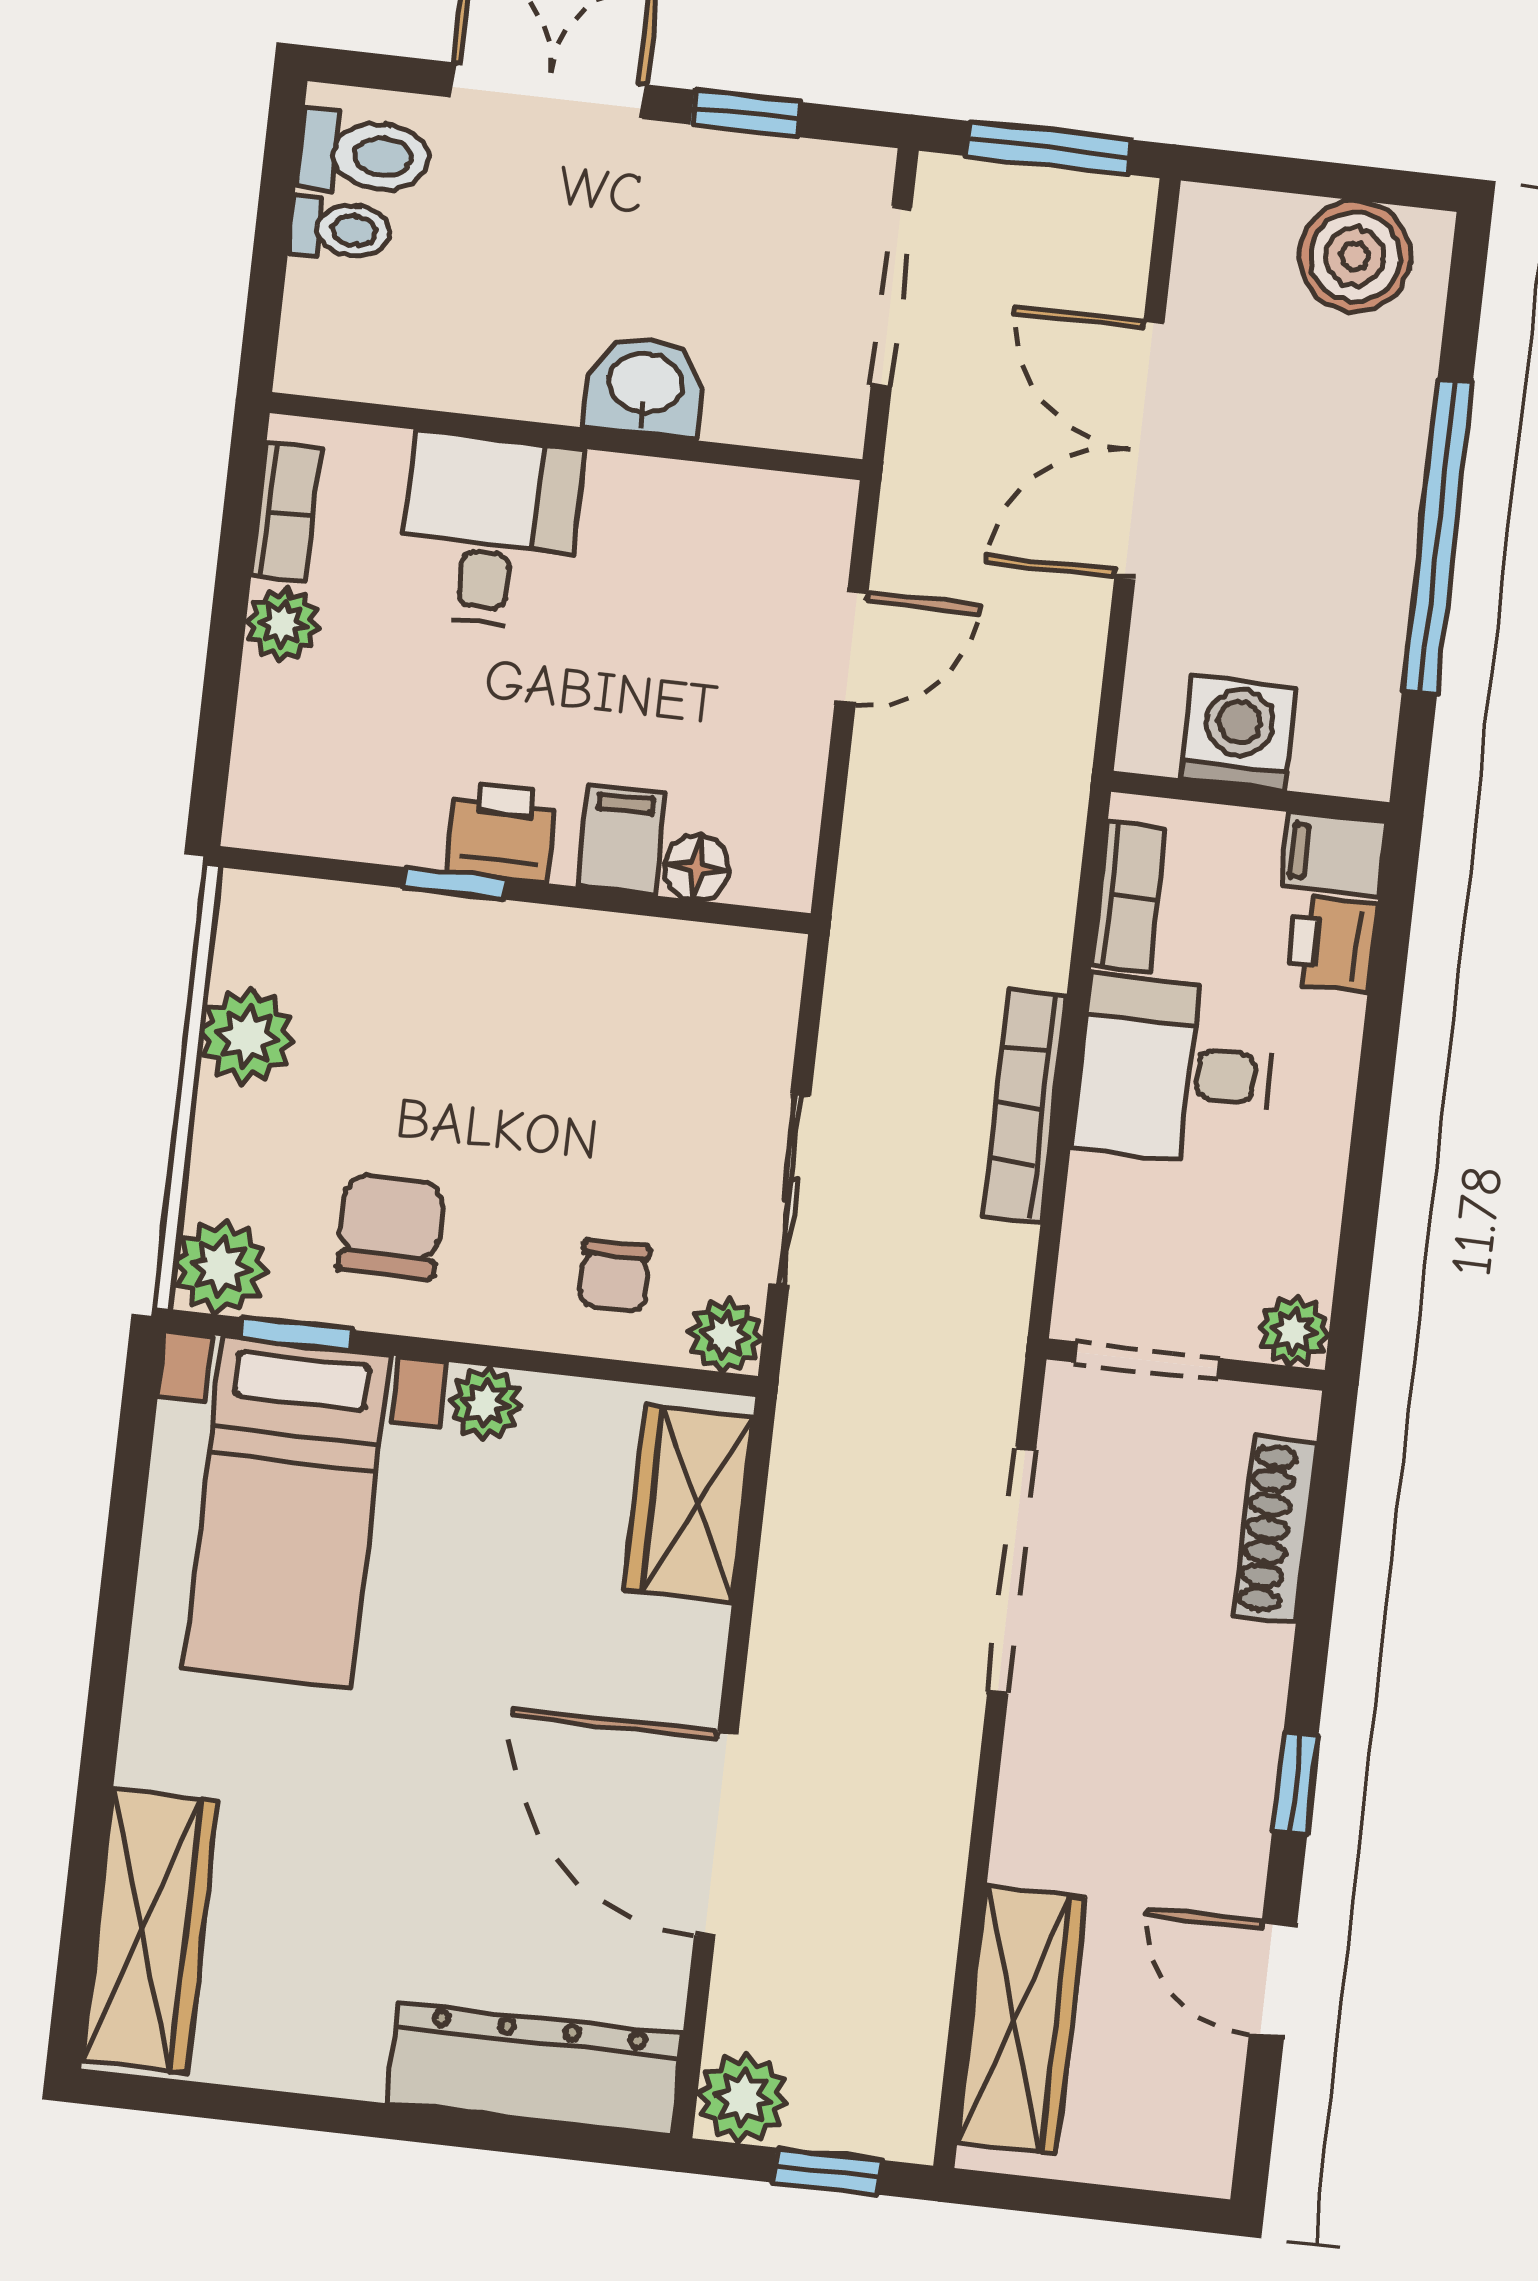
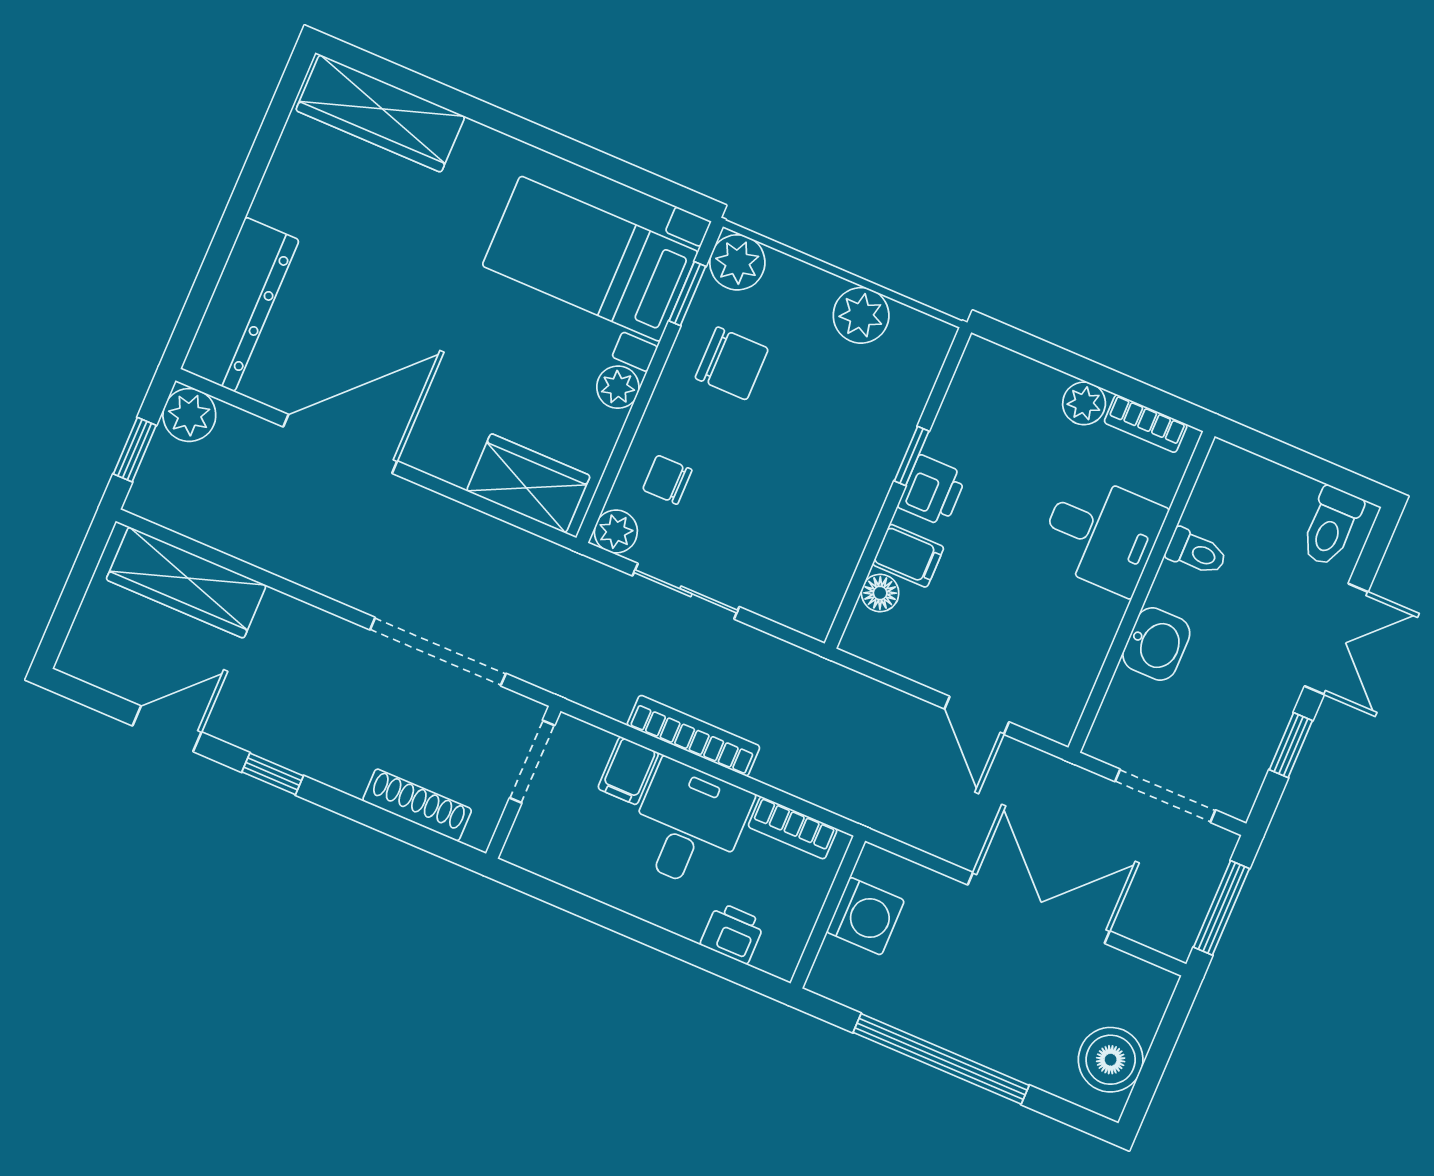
toilet: (340, 229) -> (1196, 552), moved, turned -90
filing cabinet: (1334, 855) -> (628, 771), moved, turned 180
plant: (1294, 1331) -> (524, 848), removed

